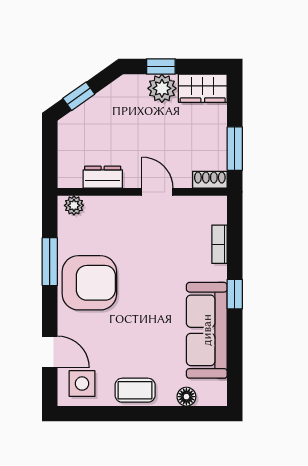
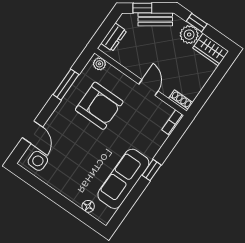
bench: (105, 99) -> (155, 19), added
window: (235, 149) -> (205, 93), removed
dresser: (103, 177) -> (114, 37), moved, turned 90
bookcase: (219, 244) -> (173, 123), moved
armchair: (89, 283) -> (99, 106), moved
coffee table: (135, 390) -> (63, 184), removed

